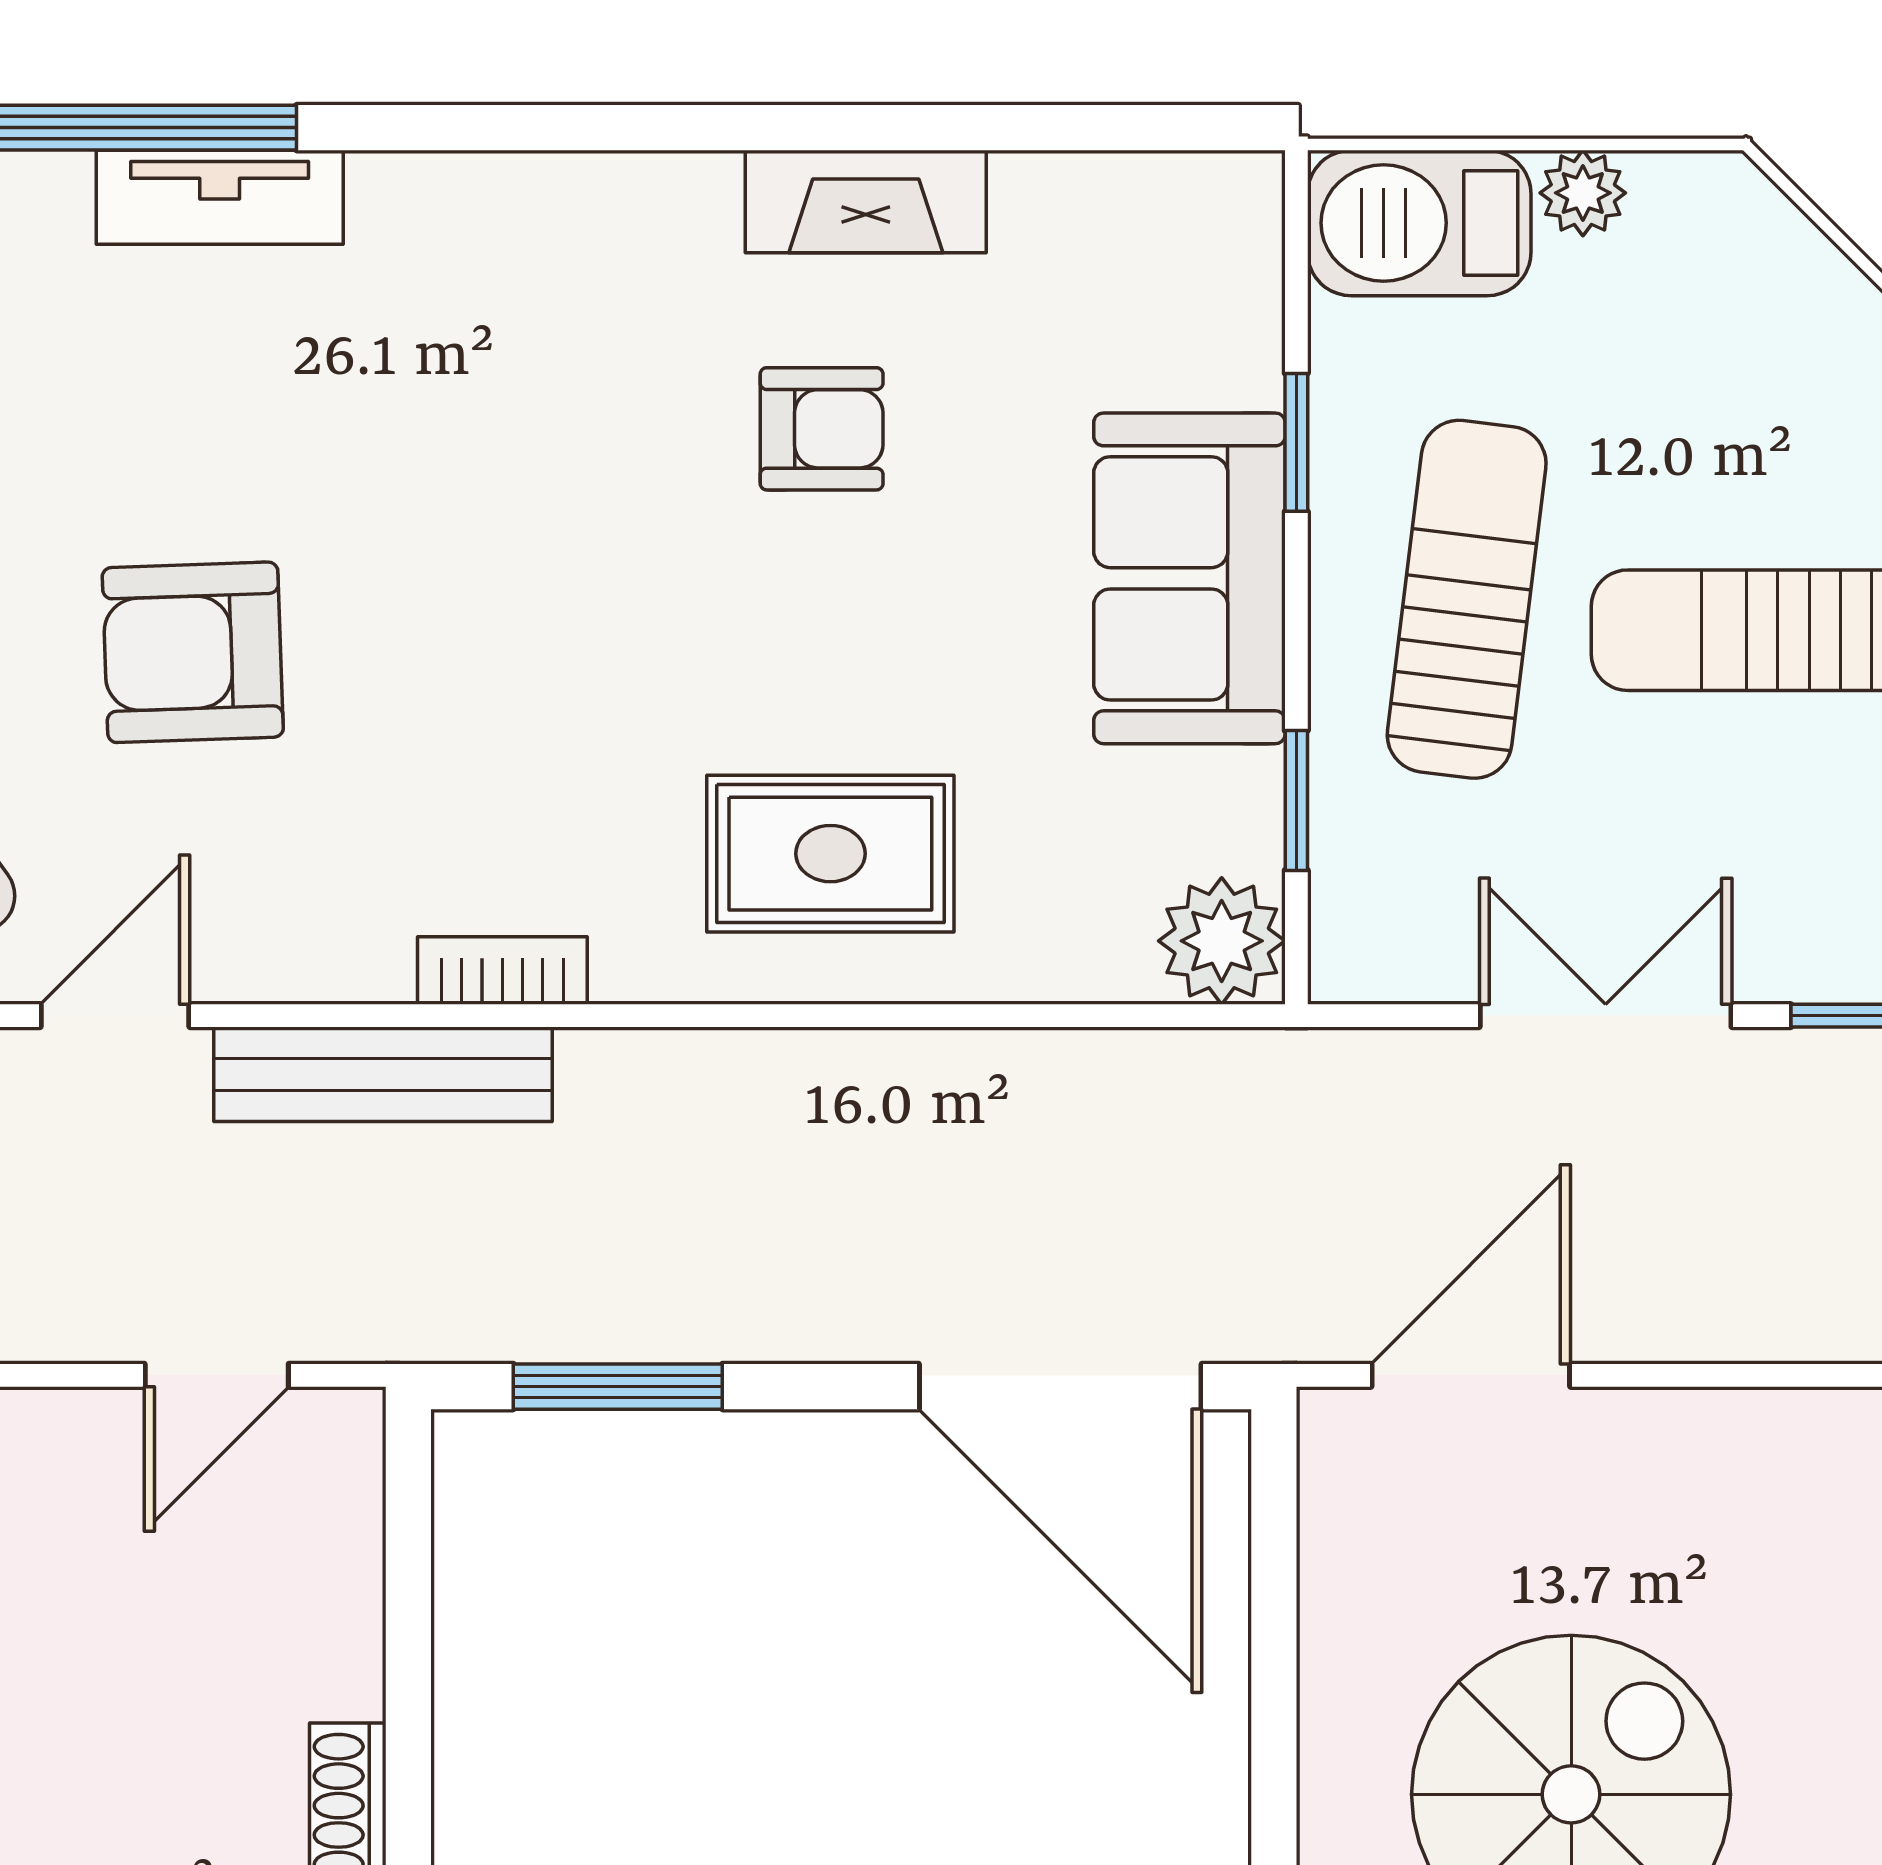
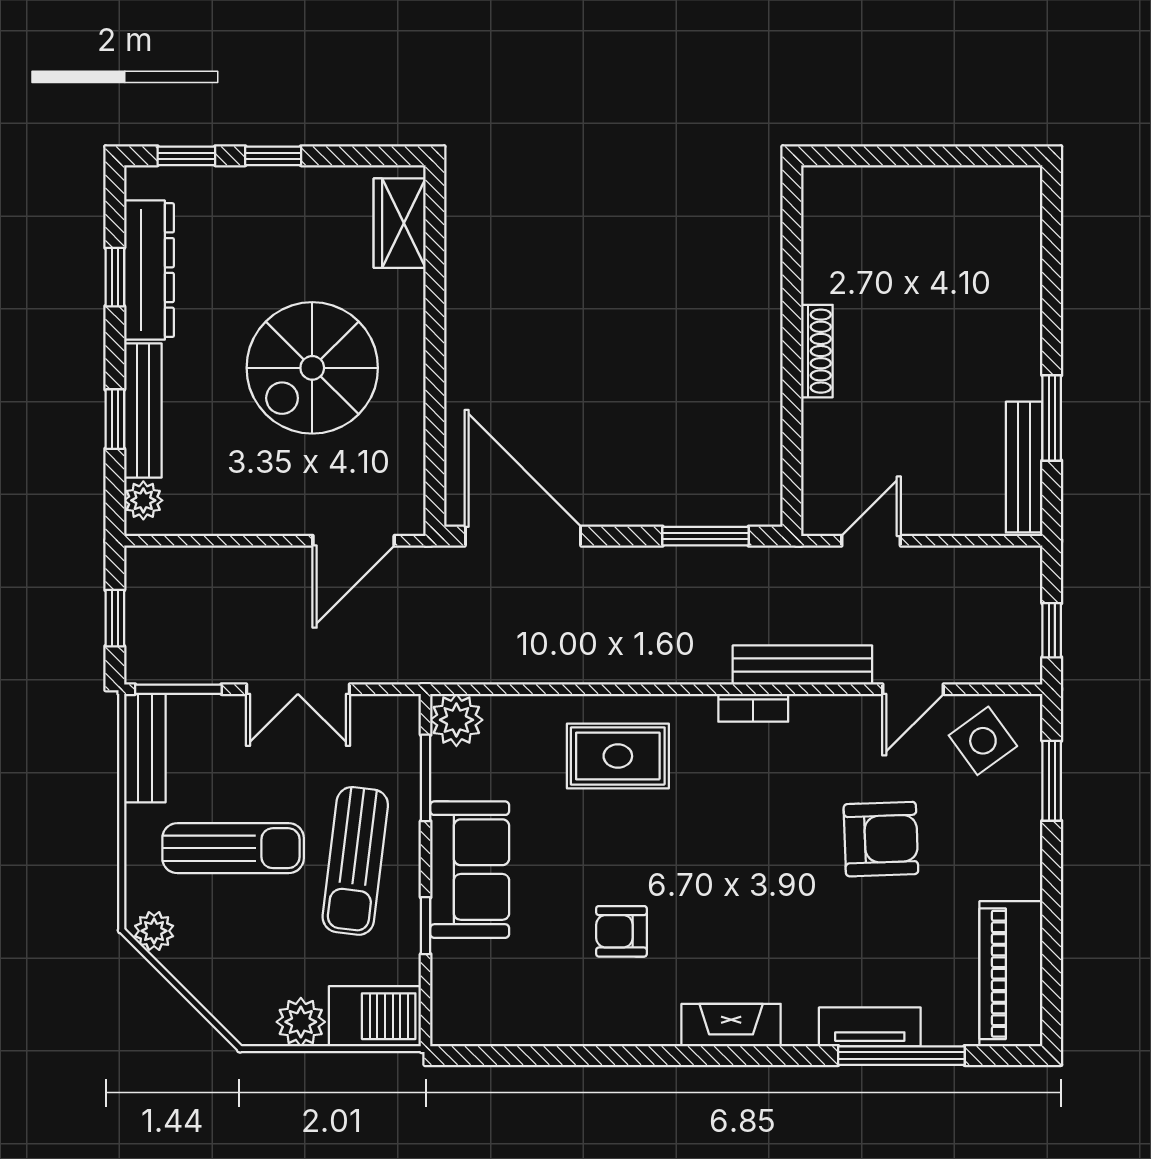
plant: (1583, 193) -> (301, 1022), width x1.38, depth x1.38
fireplace: (866, 202) -> (731, 1025), moved
window: (1296, 800) -> (426, 778), width x1.50

